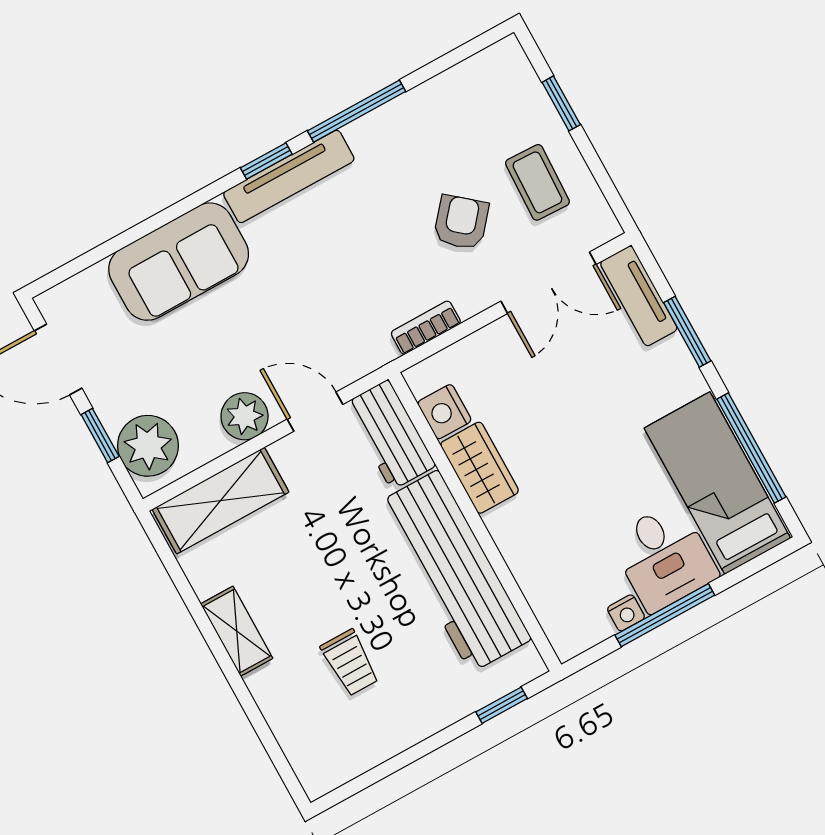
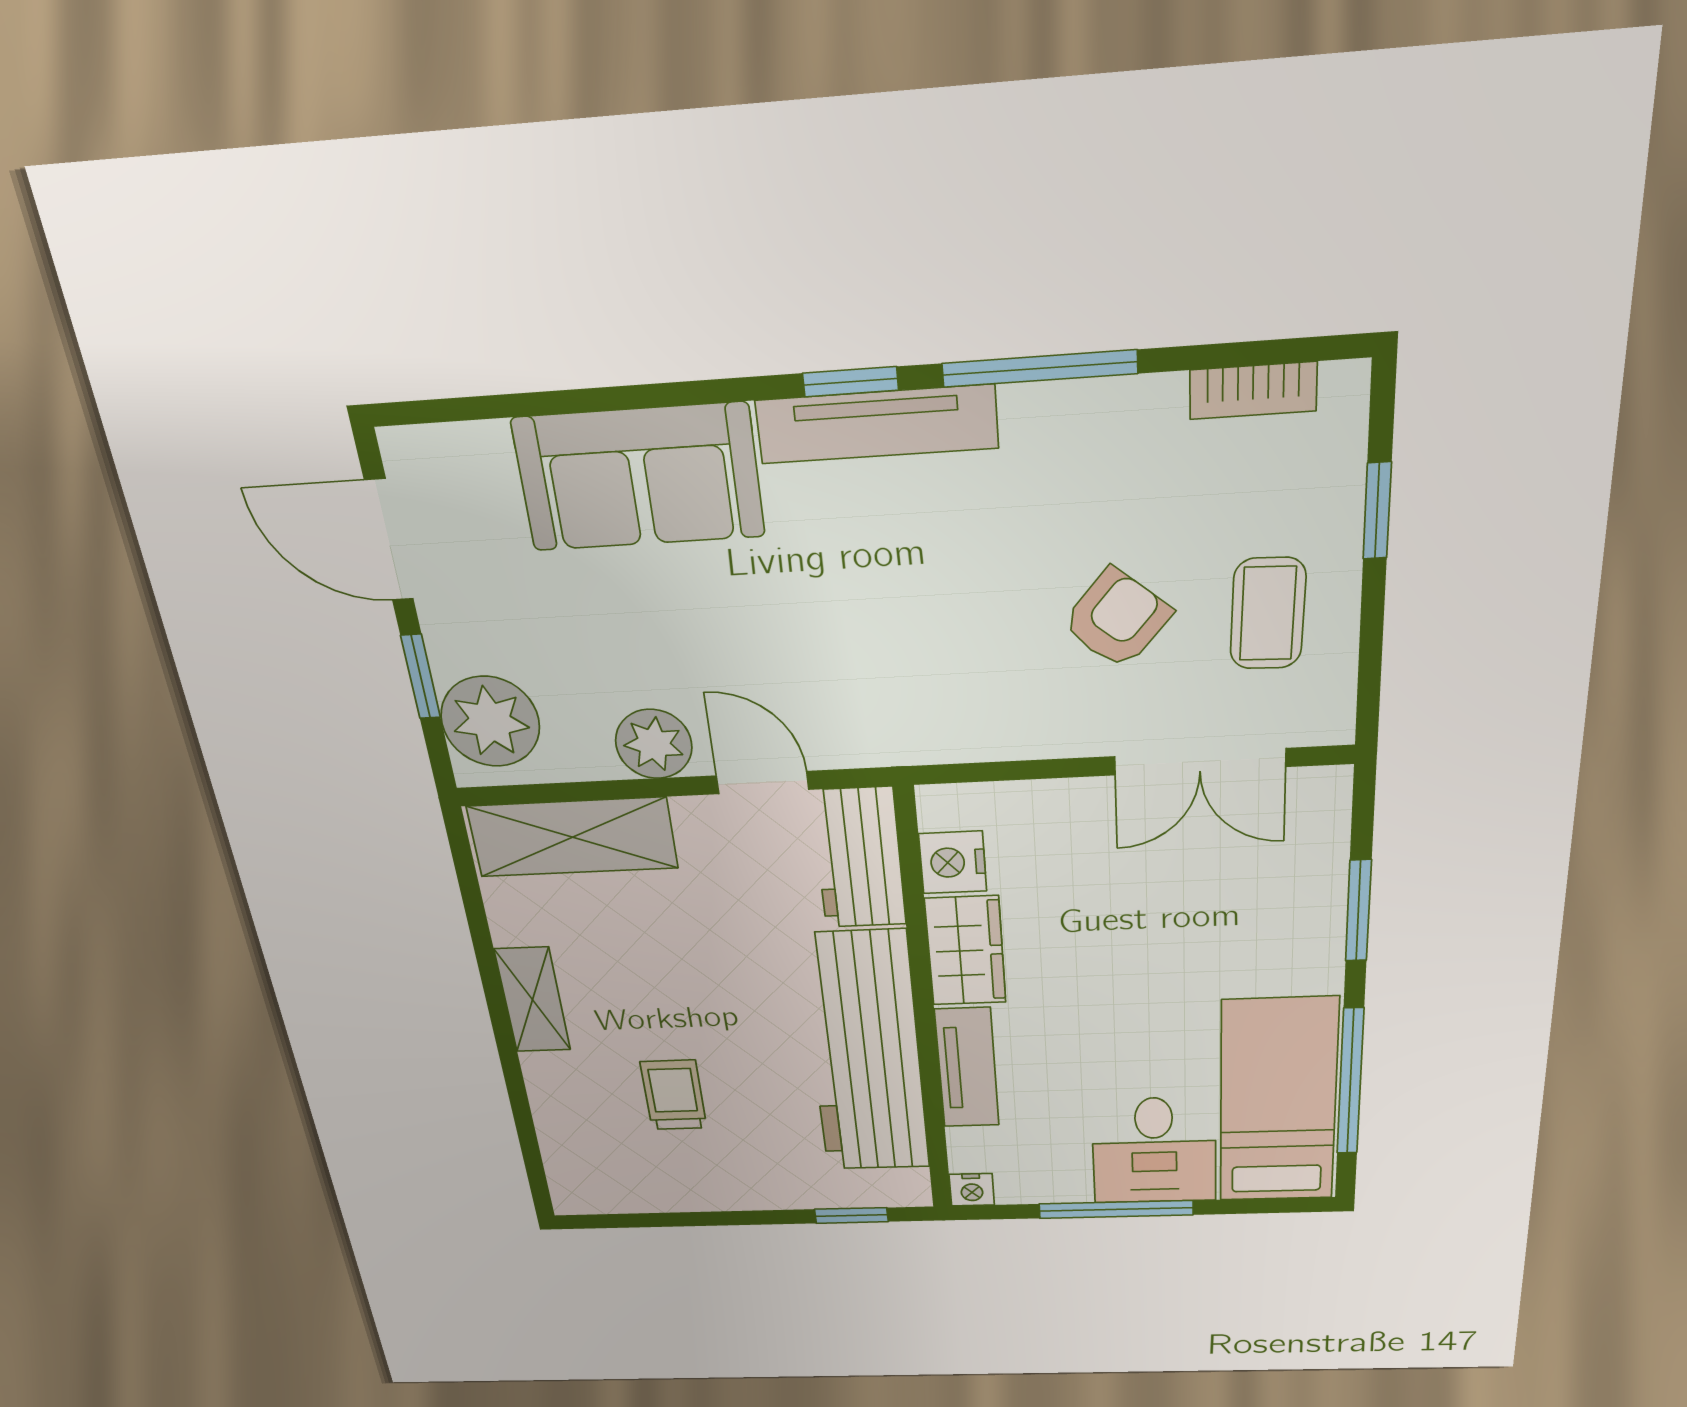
tv unit: (639, 296) -> (967, 1068), moved, turned 180
bookcase: (426, 328) -> (1253, 391), moved, turned 180
nightstand: (626, 613) -> (972, 1190), moved
trolley: (350, 663) -> (674, 1095), turned 180

